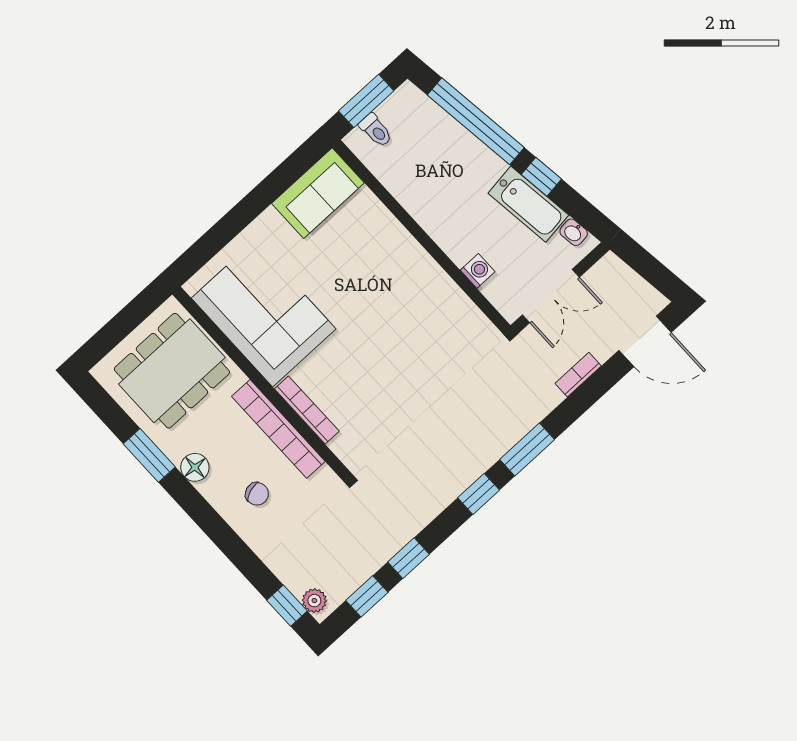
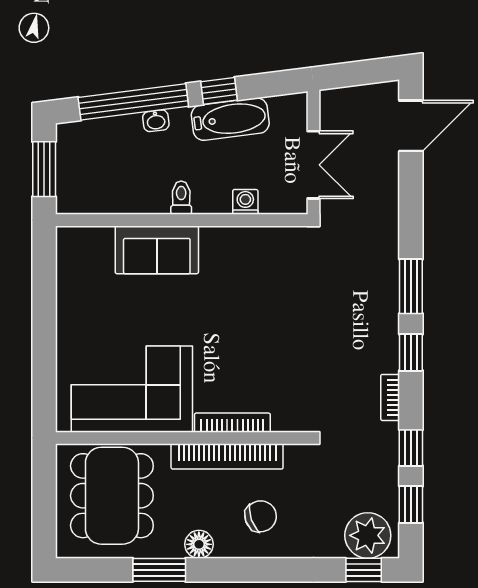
toilet: (376, 130) -> (181, 198), moved, turned -90
sofa: (318, 193) -> (157, 250), moved, turned 90
washbasin: (574, 232) -> (156, 121), moved
bookcase: (578, 375) -> (390, 397), moved
chair: (257, 494) -> (261, 516), width x1.37, depth x1.37
plant: (314, 601) -> (368, 535), width x1.87, depth x1.87

